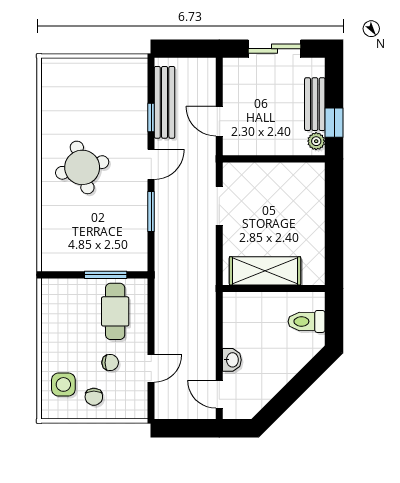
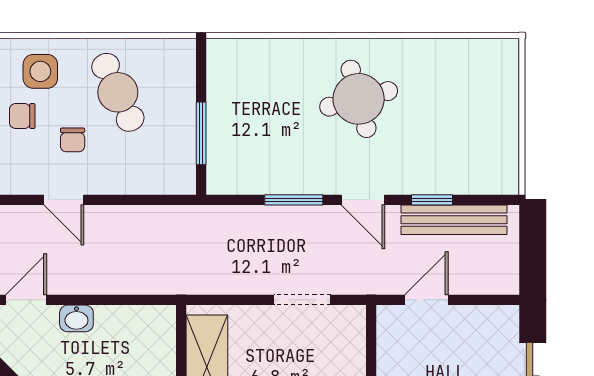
cafe table: (115, 311) -> (118, 92), moved, turned 65

